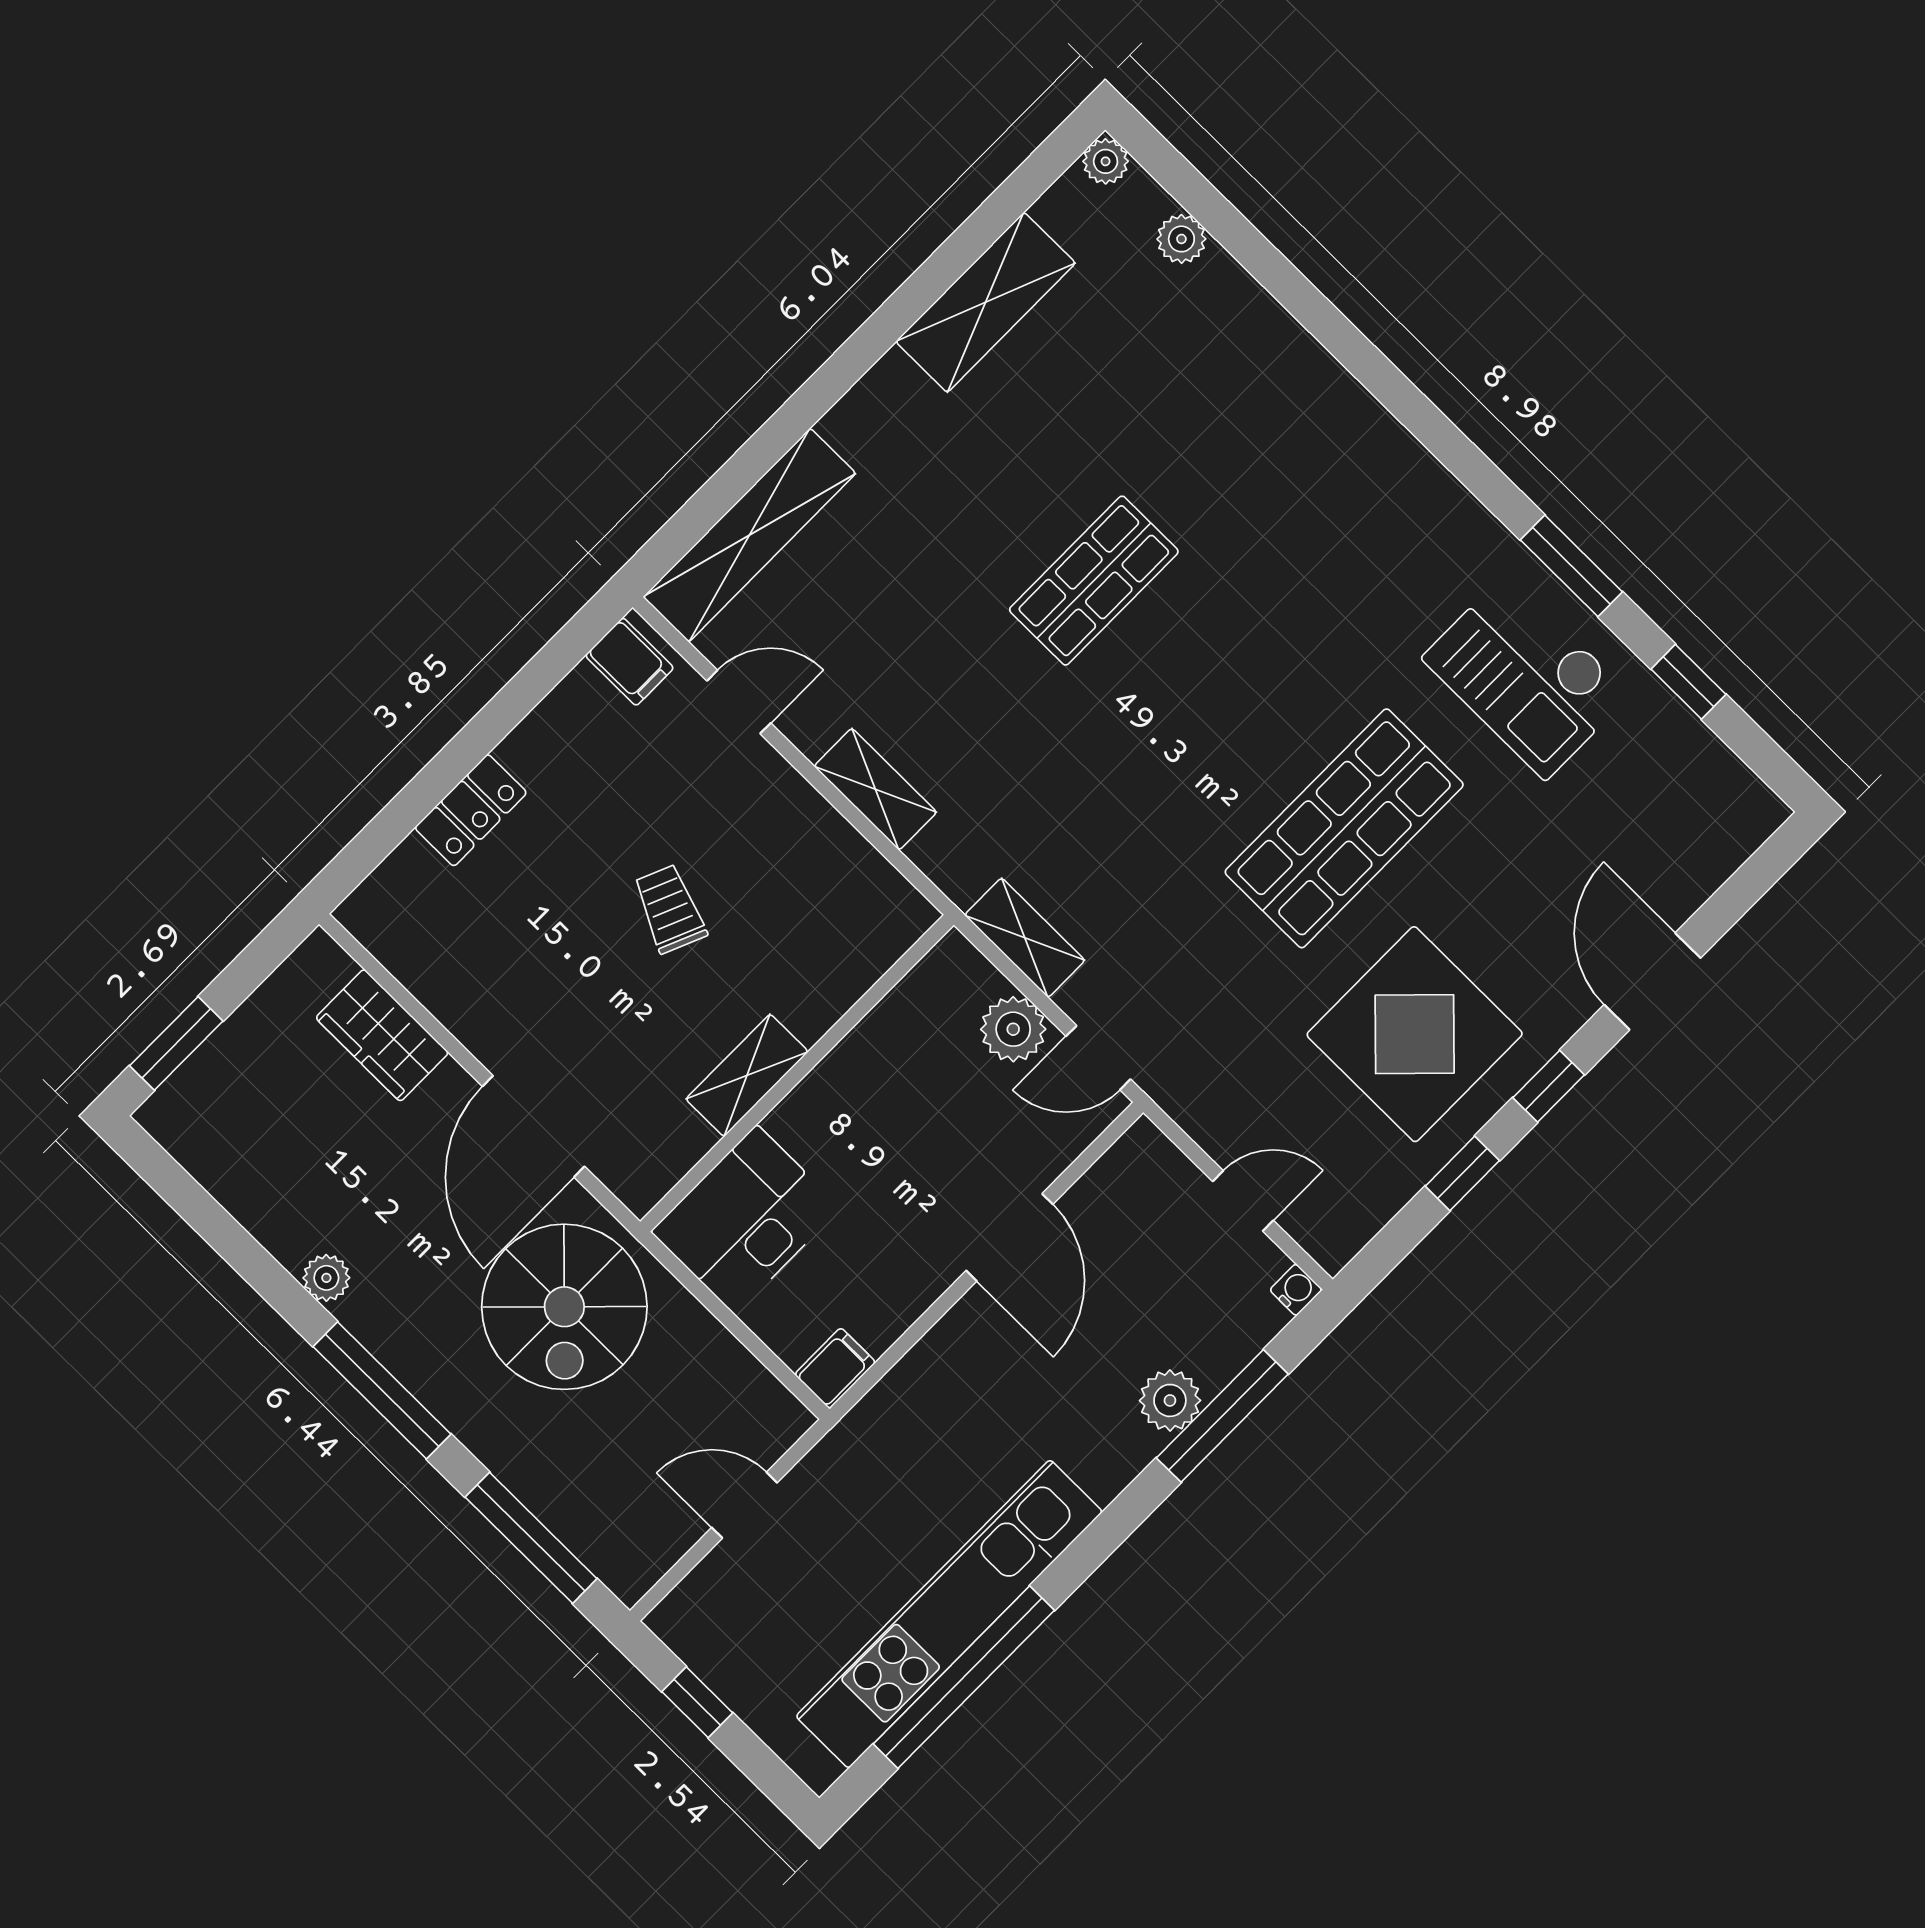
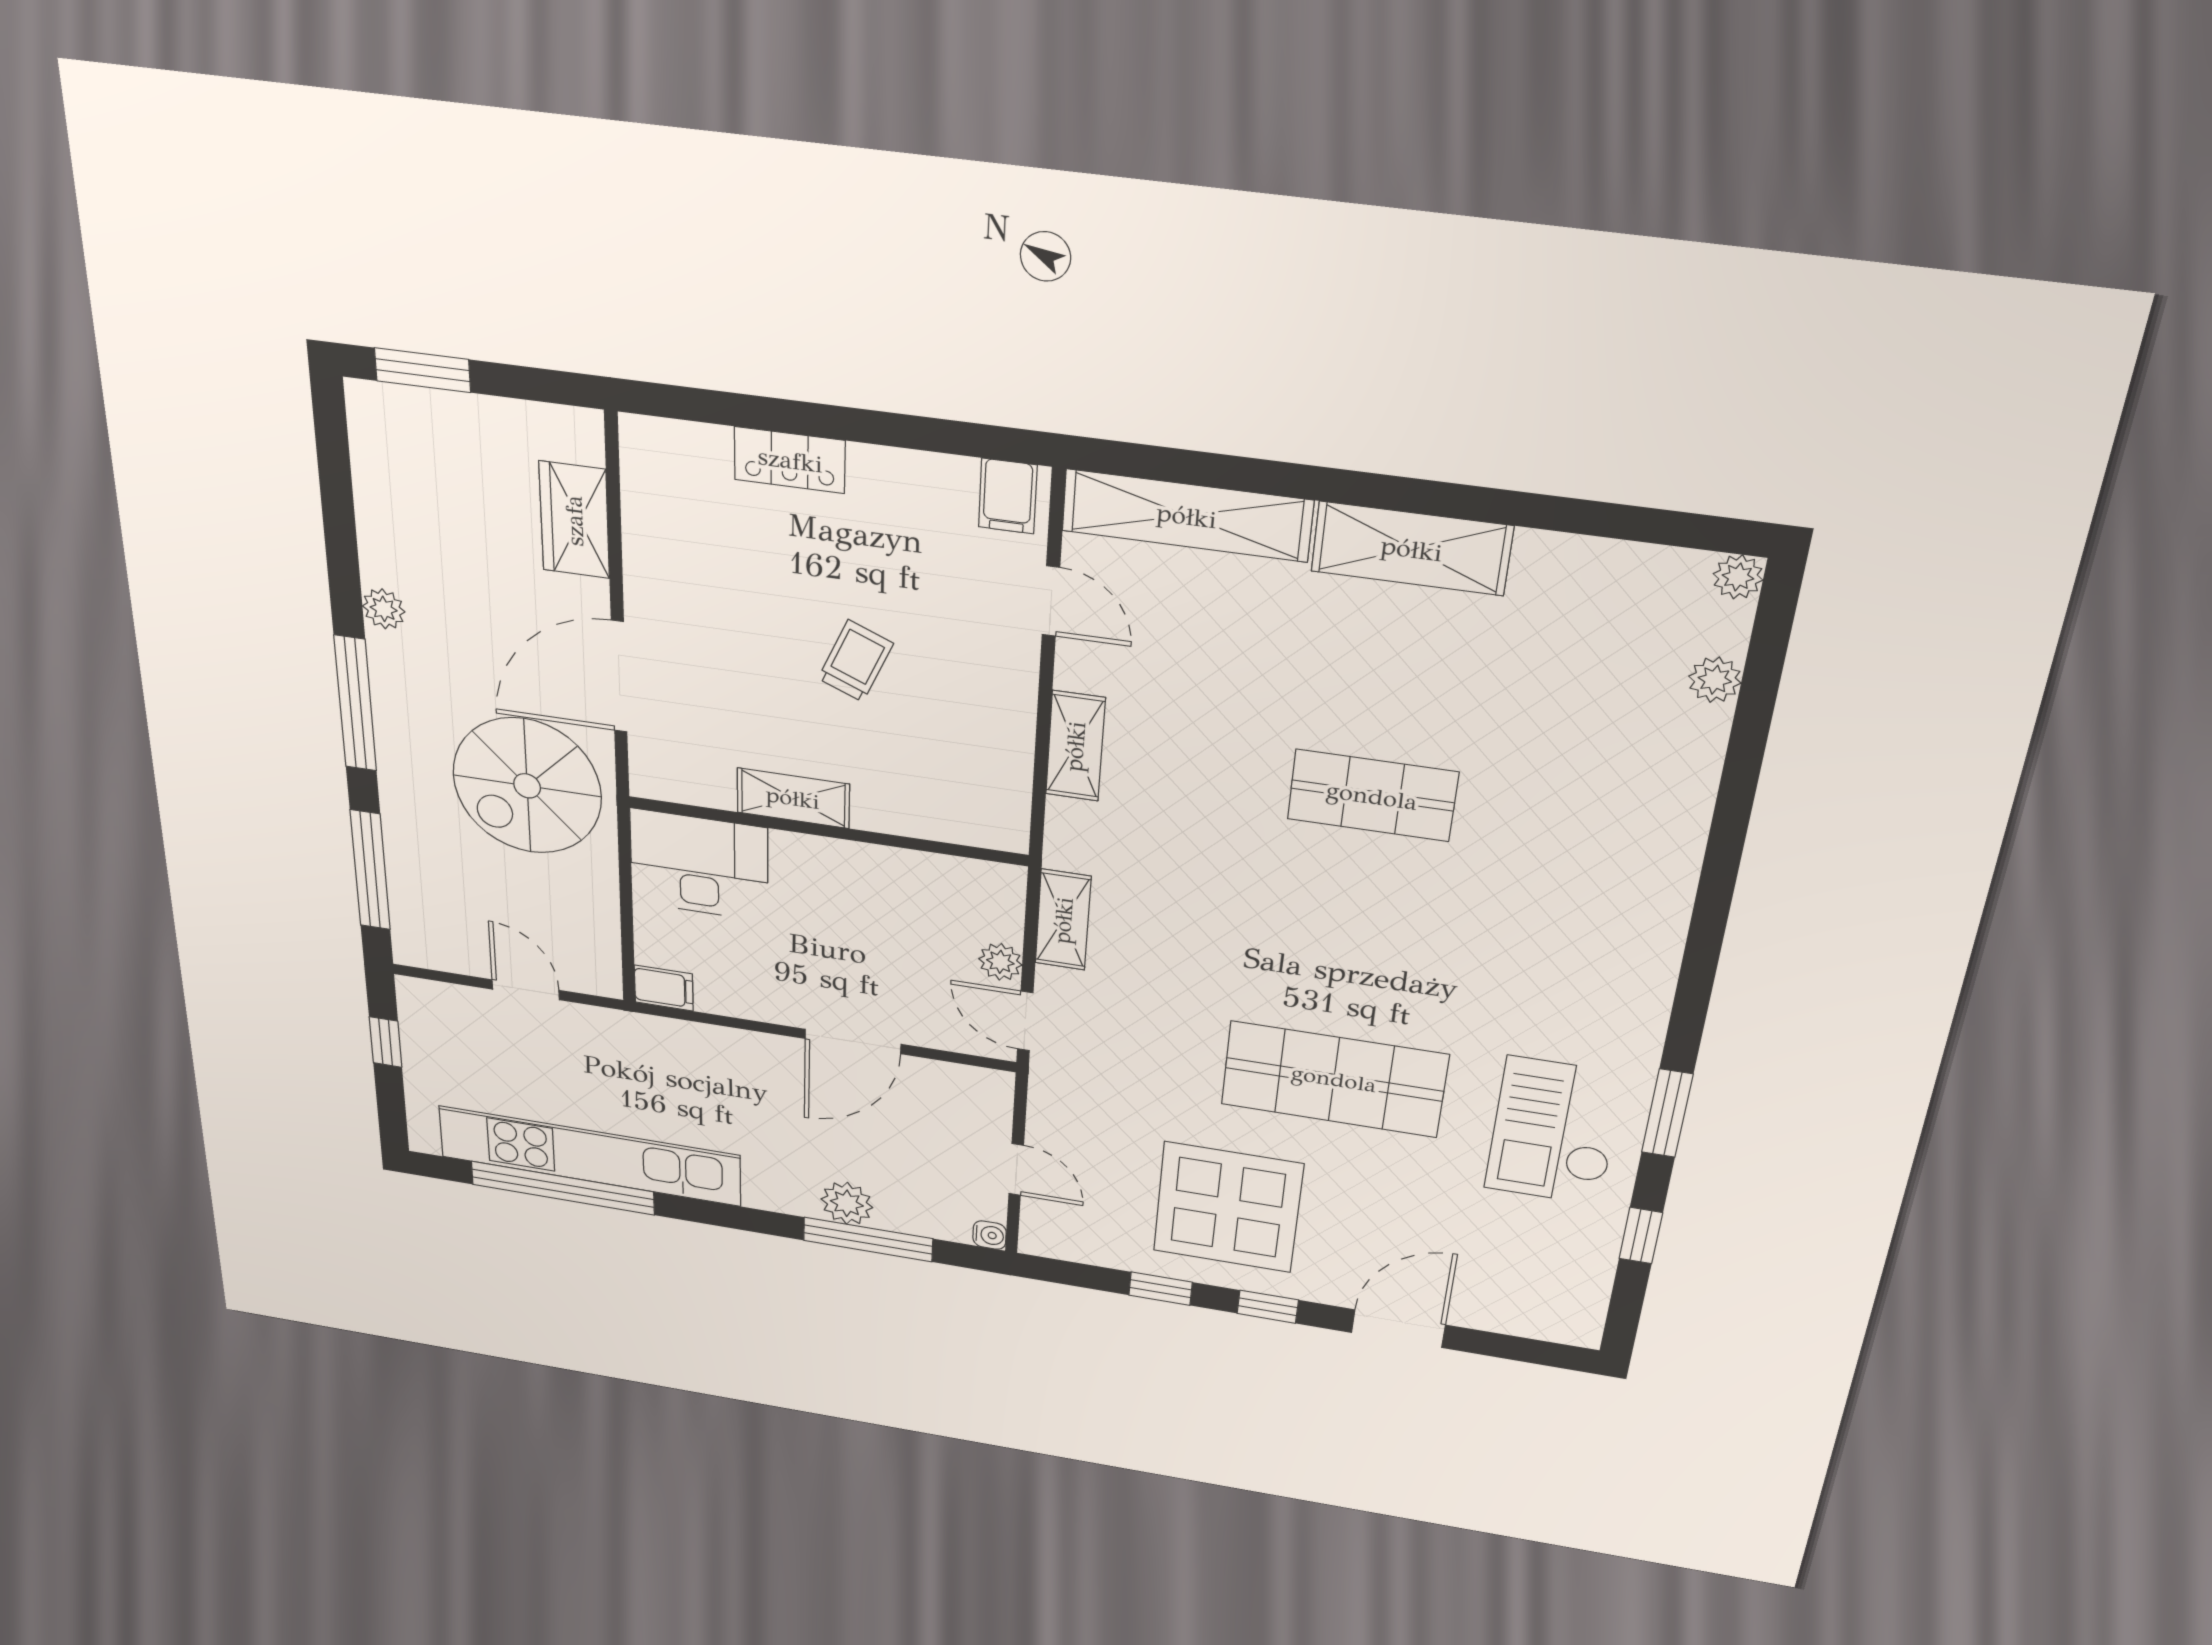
shelving: (986, 302) -> (1412, 549), moved
plant: (1013, 1029) -> (1000, 962), width x0.73, depth x0.73

